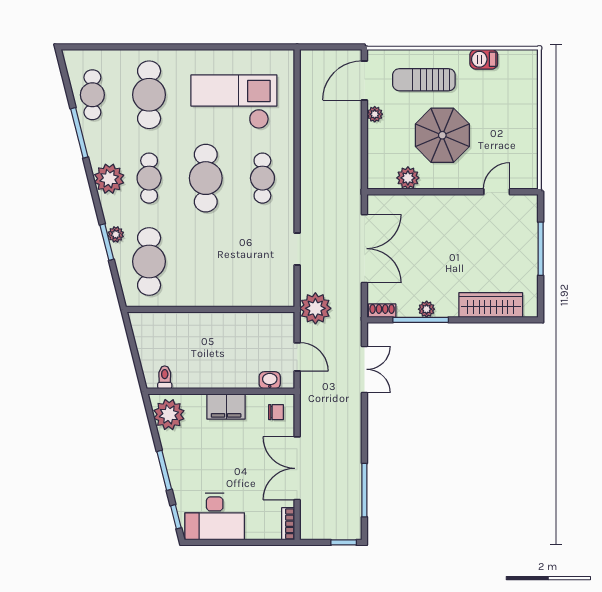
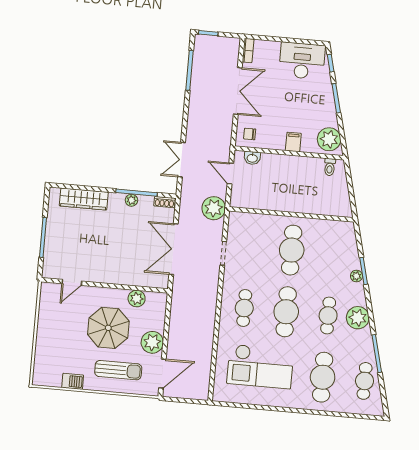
plant: (375, 114) -> (152, 342), width x1.88, depth x1.88
cafe table: (149, 261) -> (292, 250), moved
filing cabinet: (226, 407) -> (293, 142), width x0.50

